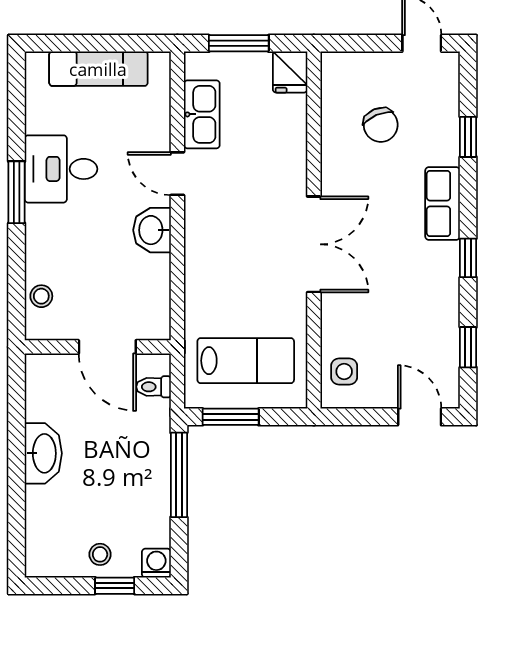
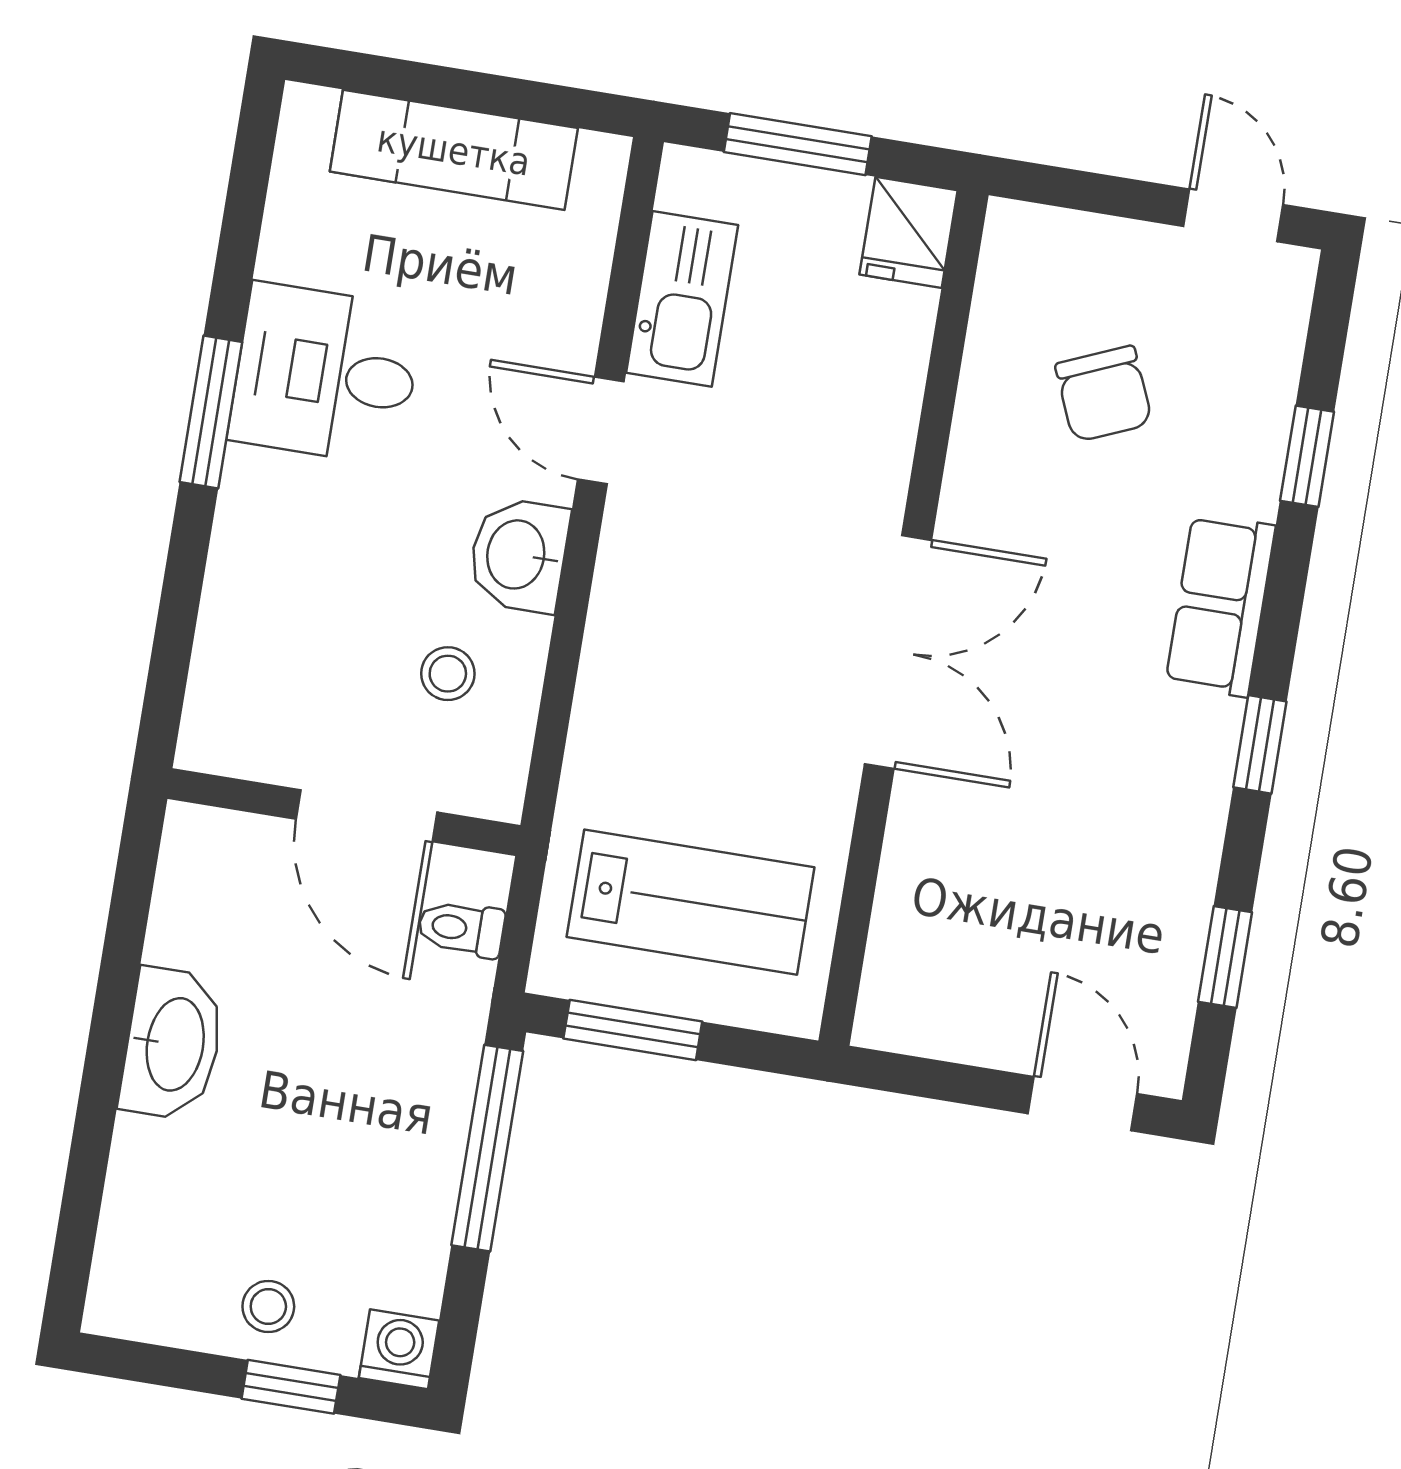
stool: (41, 296) -> (448, 674), moved
side table: (344, 371) -> (921, 966), removed

